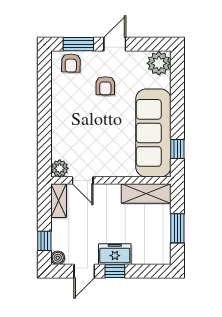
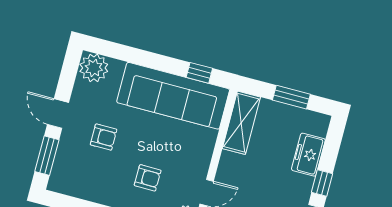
armchair: (71, 63) -> (148, 178), moved
freezer: (115, 254) -> (308, 155), moved

